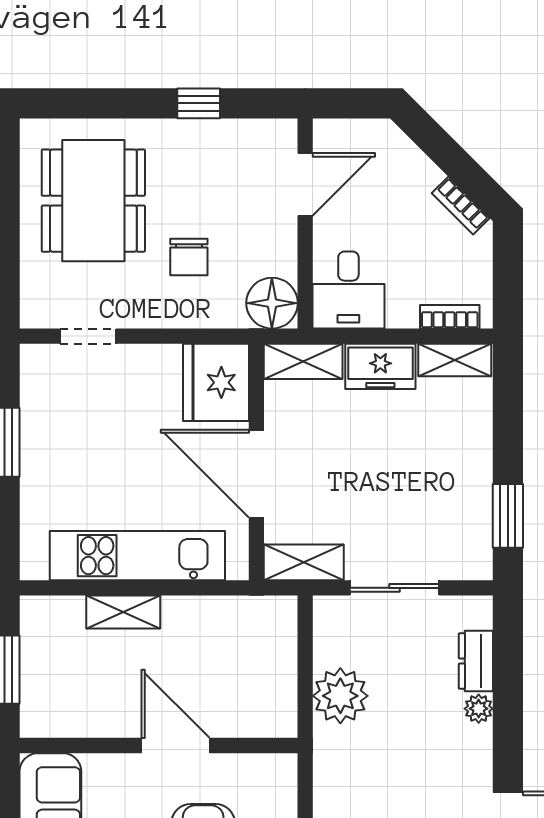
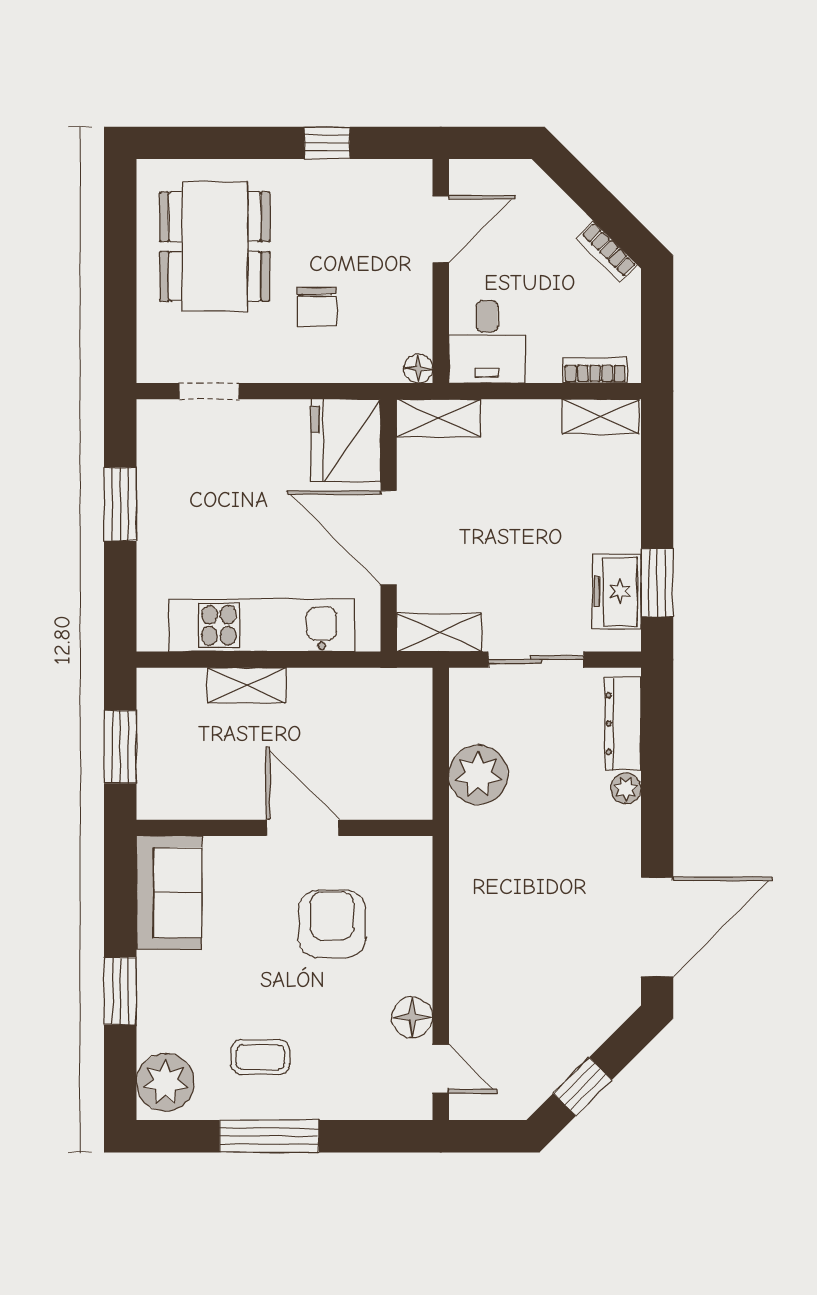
floor lamp: (272, 303) -> (418, 369), width x0.53, depth x0.53
freezer: (380, 366) -> (617, 591), moved, turned 90
dresser: (476, 661) -> (623, 724), width x1.44

